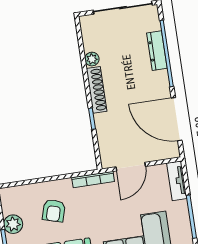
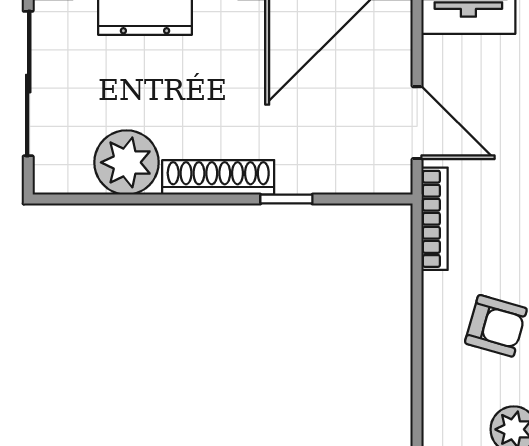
plant: (92, 59) -> (127, 162), width x1.87, depth x1.87

